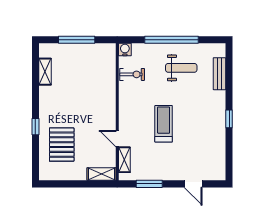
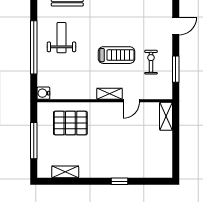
exercise bike: (132, 74) -> (151, 62), moved
treadmill: (164, 124) -> (117, 55), turned 180
pallet: (62, 145) -> (70, 123), moved
shelving: (124, 160) -> (109, 94), moved

